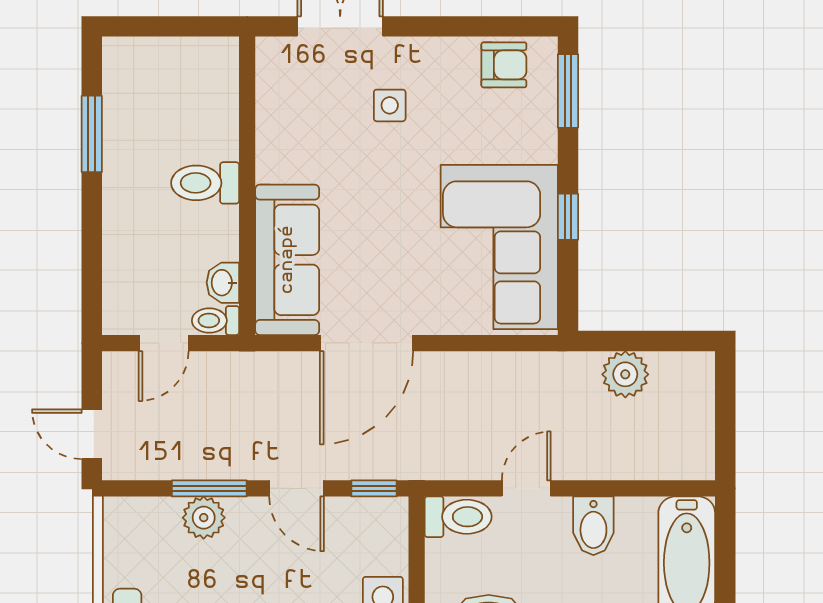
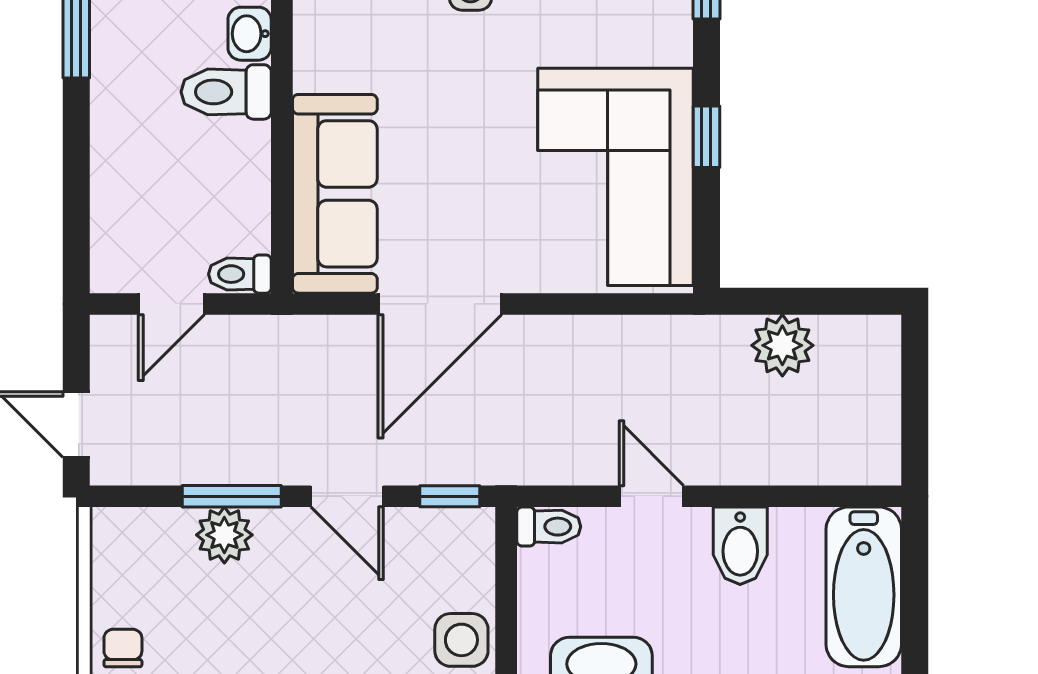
washbasin: (223, 283) -> (250, 34), moved
door: (526, 488) -> (651, 496), hinge flipped
toilet: (458, 517) -> (549, 527), width x0.73, depth x0.72

